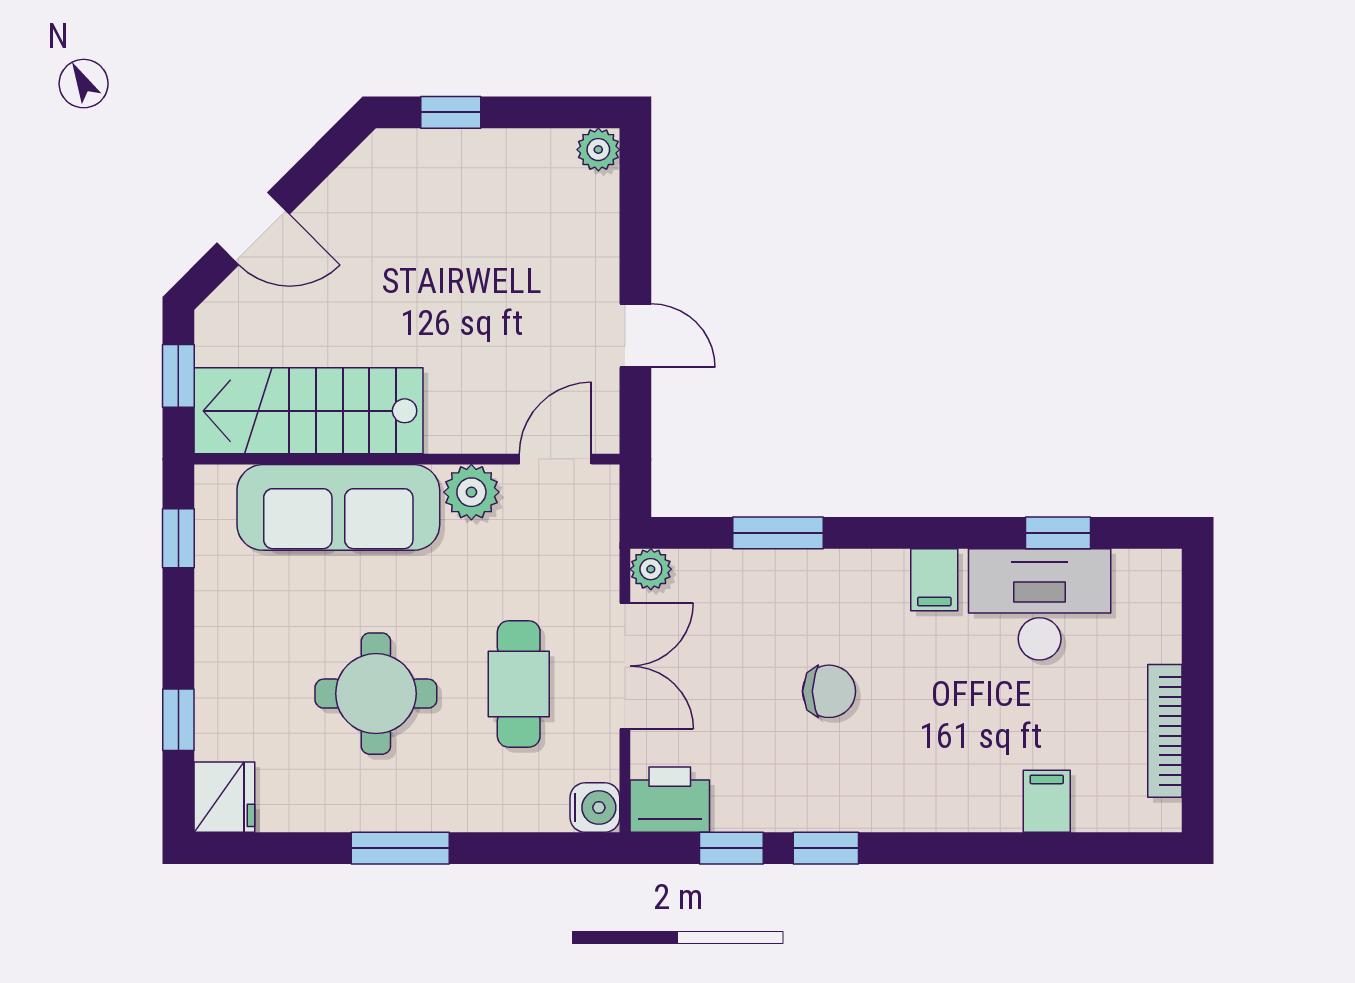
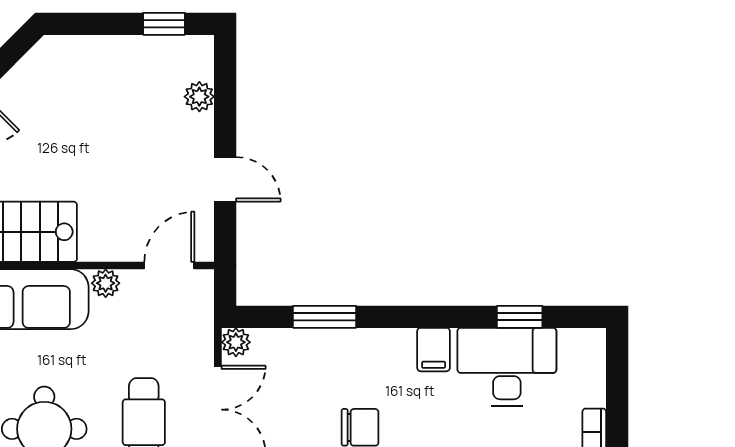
window: (451, 112) -> (164, 24), moved
plant: (598, 150) -> (199, 97), moved
plant: (471, 492) -> (106, 283), width x0.73, depth x0.73

